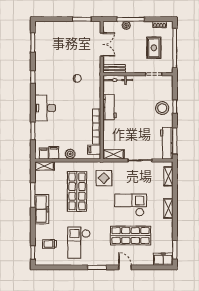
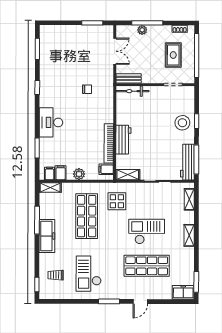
workbench: (110, 107) -> (123, 140), moved
door: (125, 267) -> (140, 302), swing flipped

